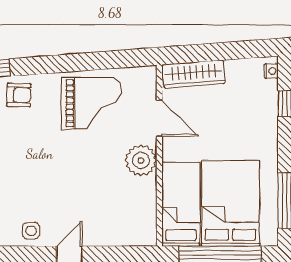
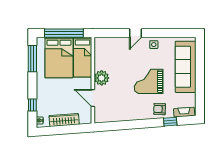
wardrobe: (194, 74) -> (64, 120), moved
grand piano: (91, 103) -> (149, 81), moved

